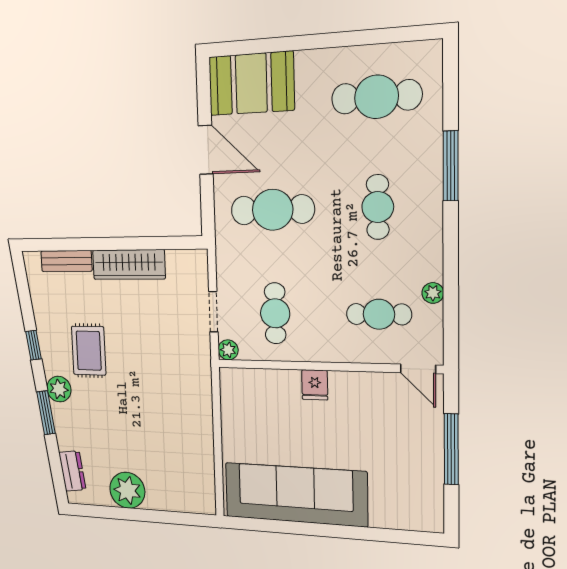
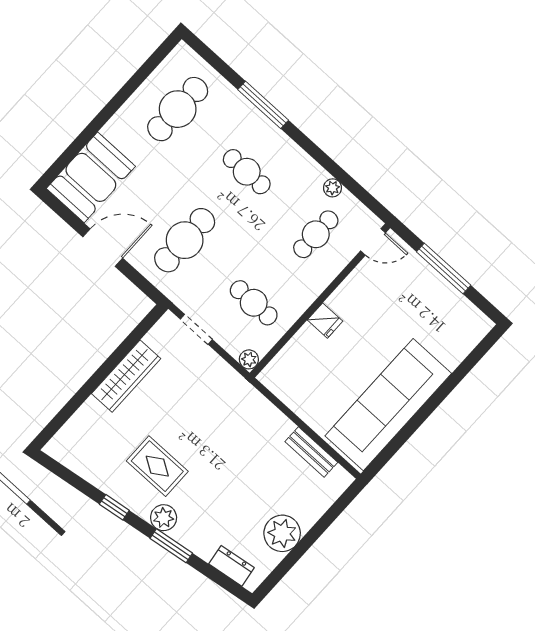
bench: (66, 261) -> (311, 452), moved, turned 90
doorway: (213, 312) -> (196, 329), moved

